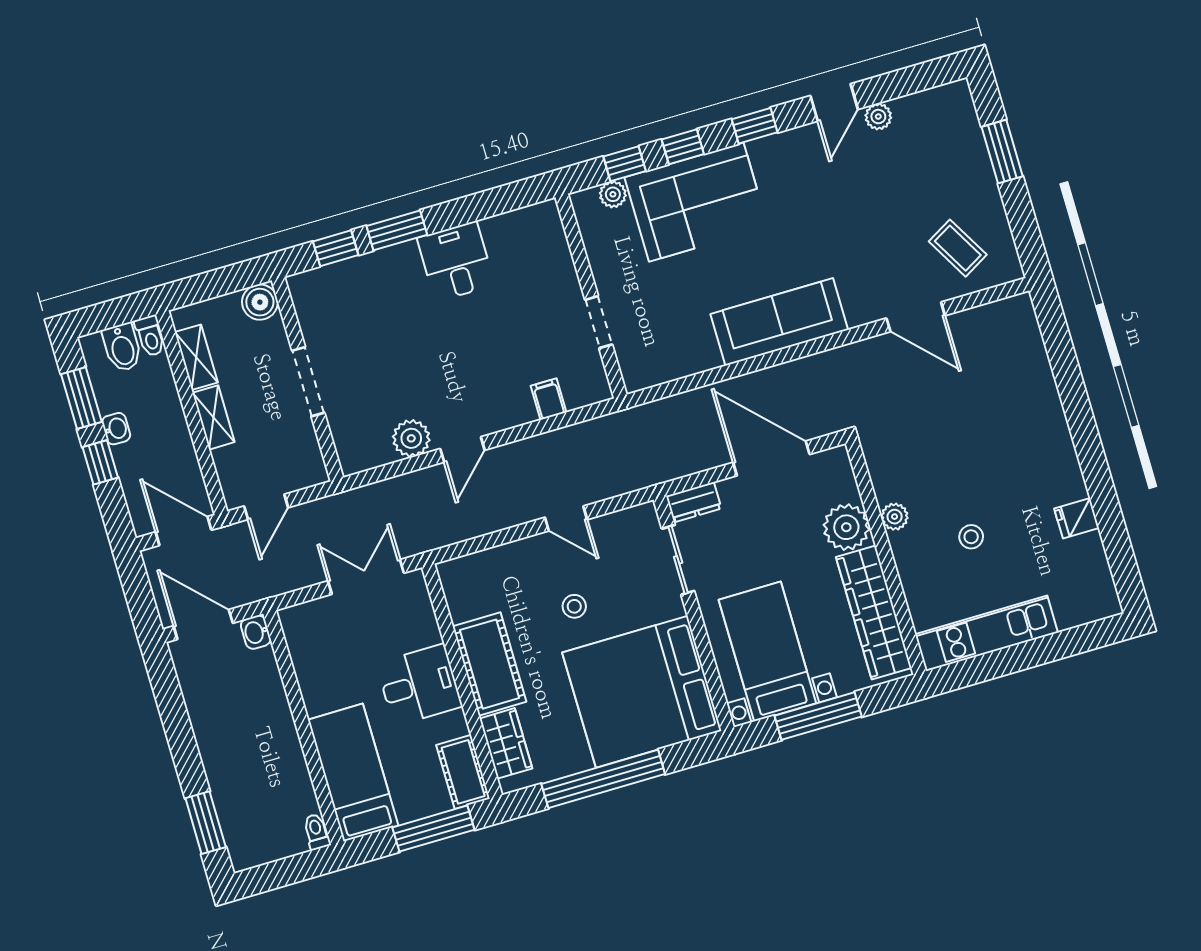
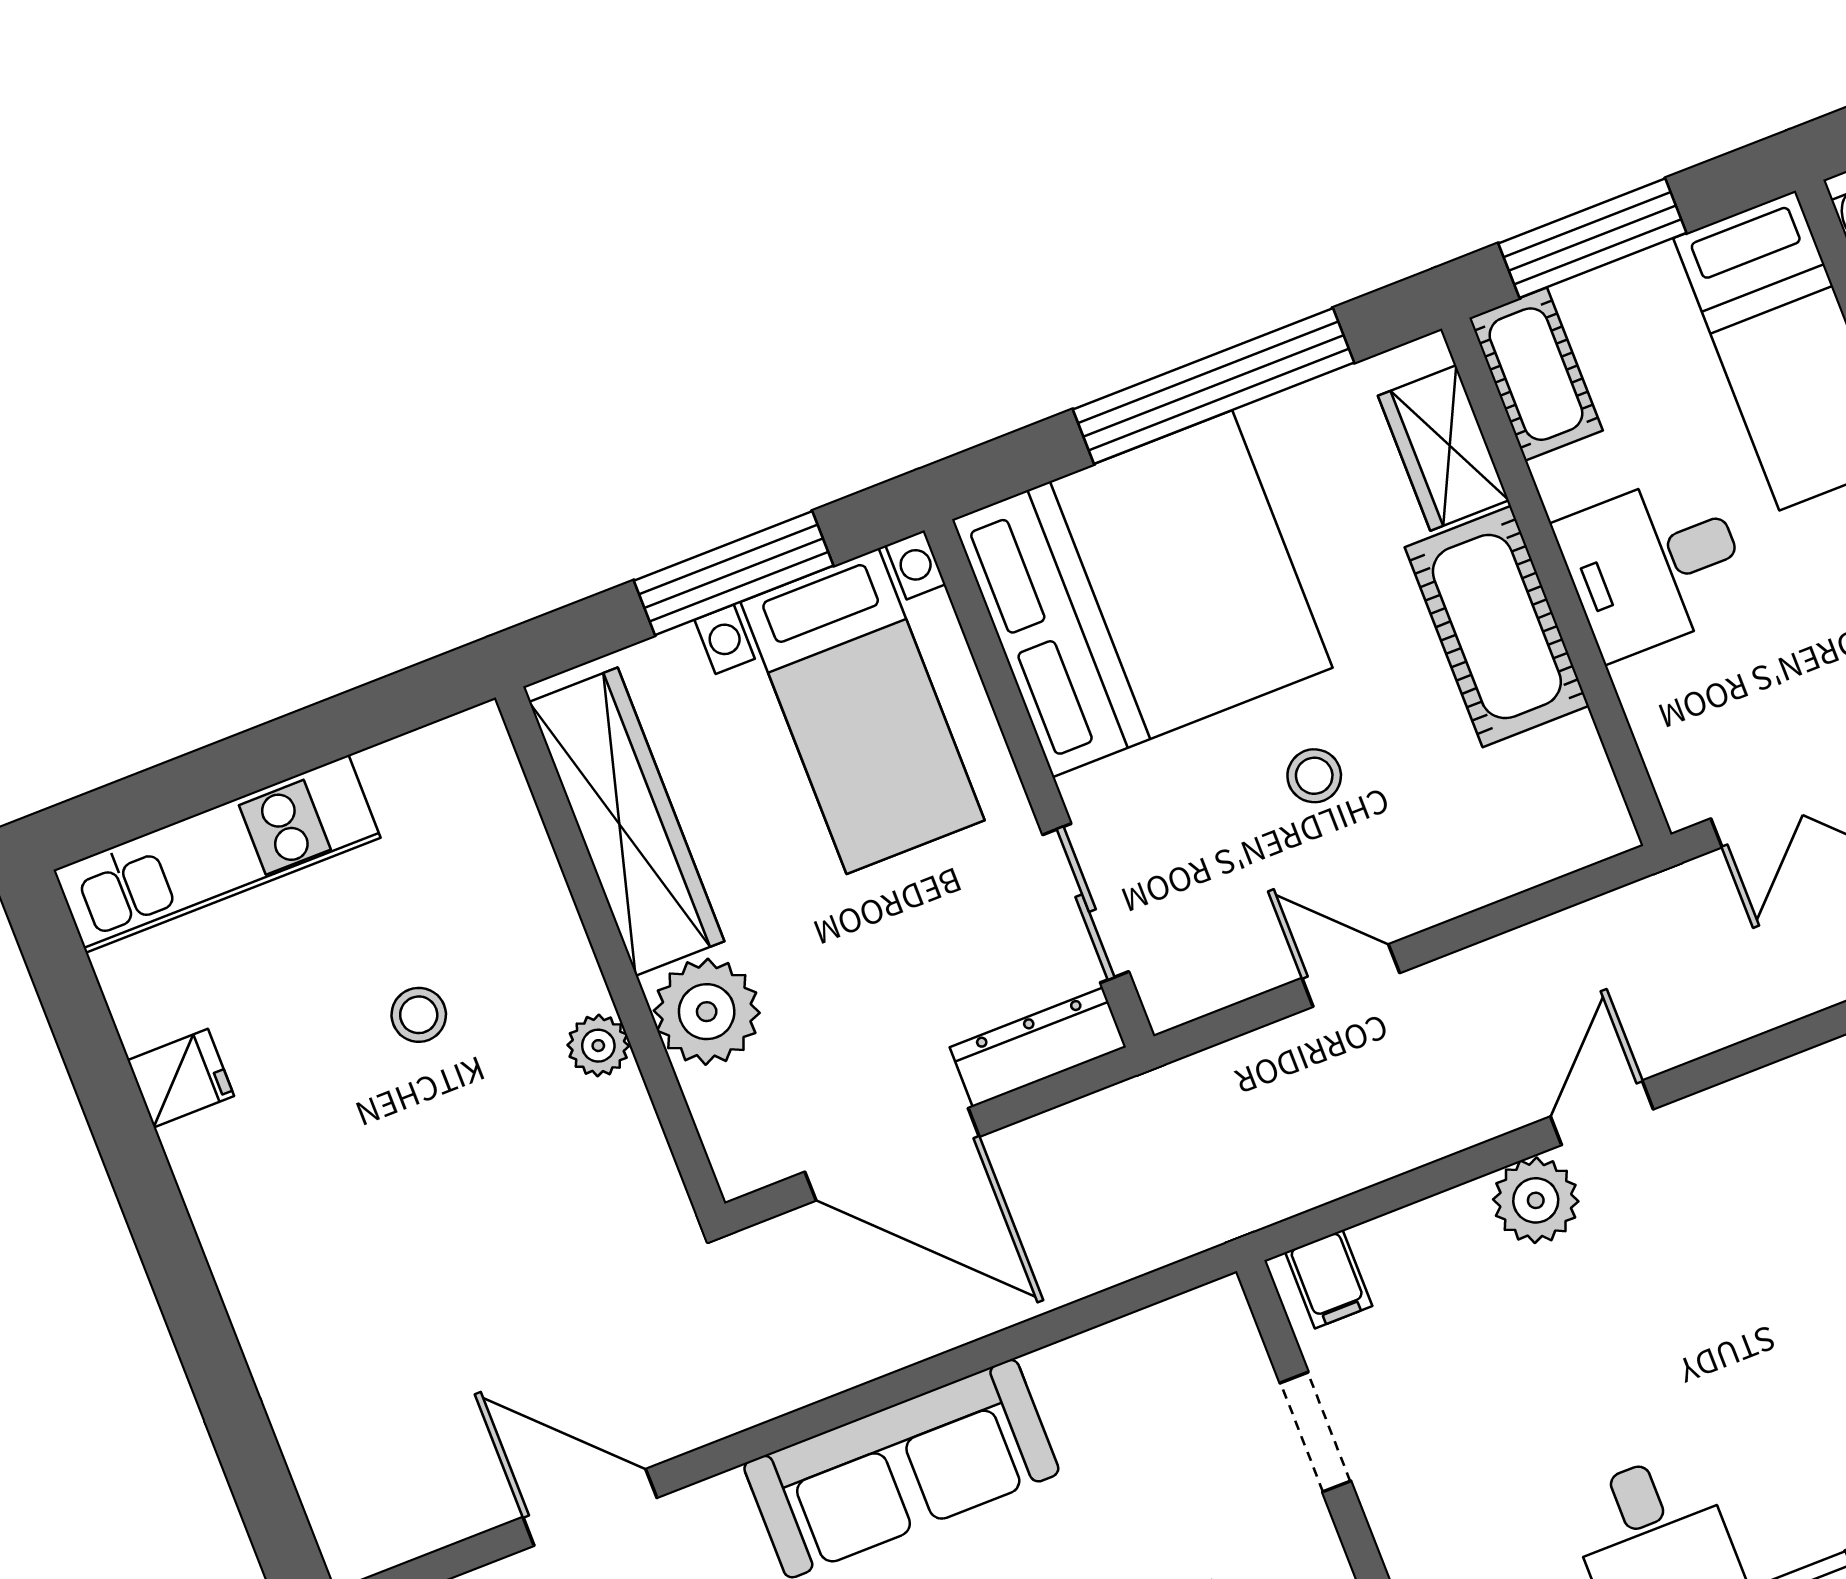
filing cabinet: (549, 399) -> (1329, 1279), moved
plant: (411, 438) -> (1536, 1200), moved
dresser: (694, 502) -> (1038, 1047), width x1.44
kitchen unit: (986, 633) -> (217, 854), moved

